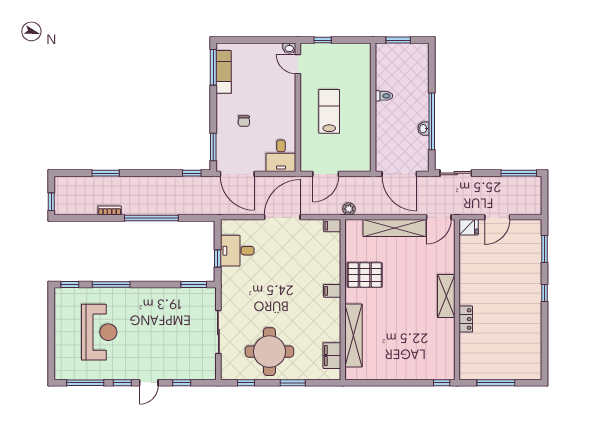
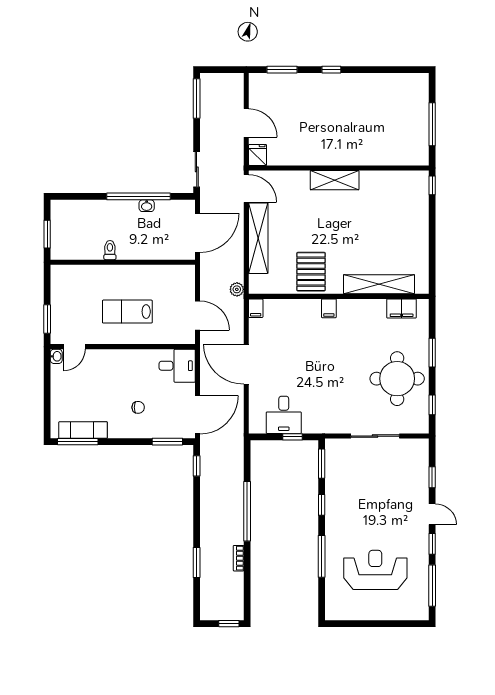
window: (323, 40) -> (47, 319), width x1.50
window: (70, 284) -> (322, 505), moved
locker: (466, 319) -> (361, 158), removed

